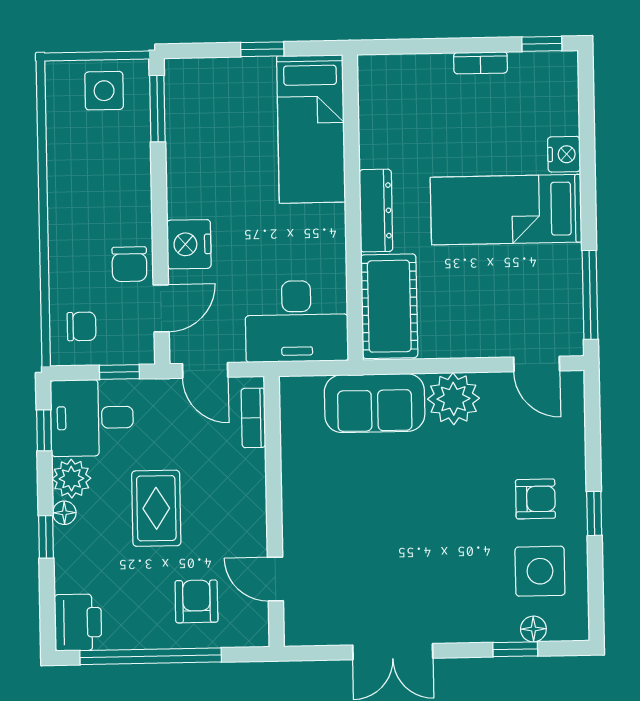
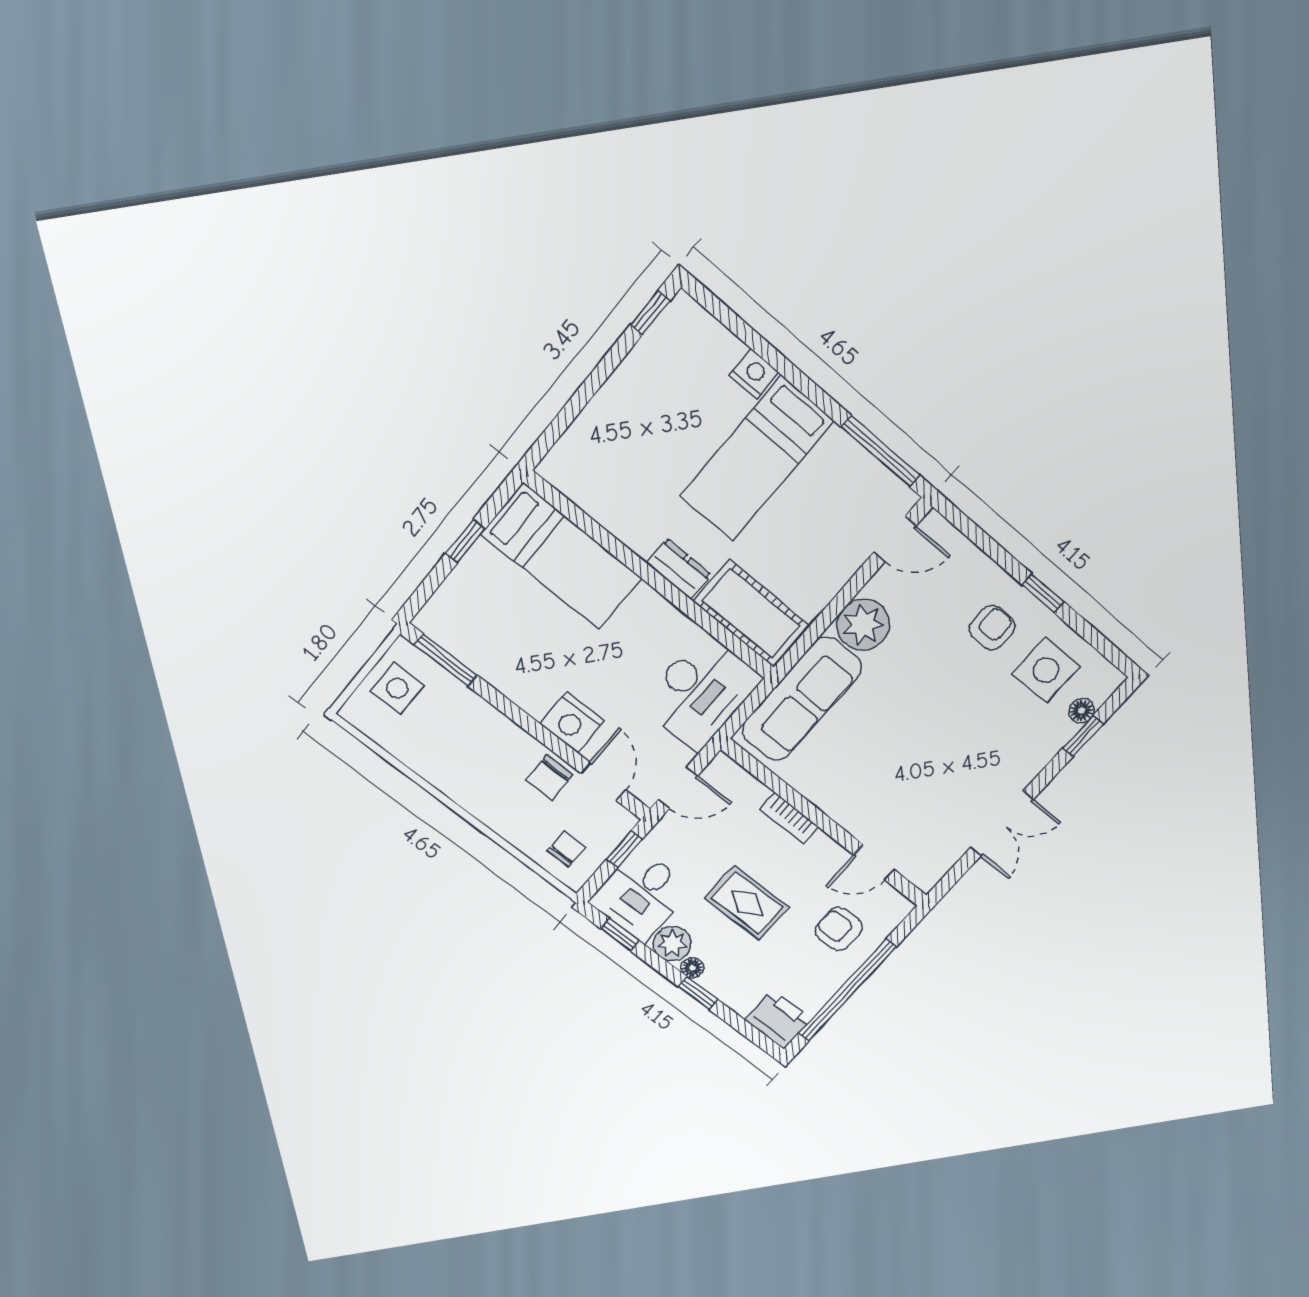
bookcase: (481, 63) -> (623, 377), removed
dresser: (376, 211) -> (679, 569), width x0.70
chair: (129, 264) -> (549, 778), turned 90
sofa: (375, 403) -> (801, 699), width x1.36
bookcase: (253, 418) -> (789, 818), moved

